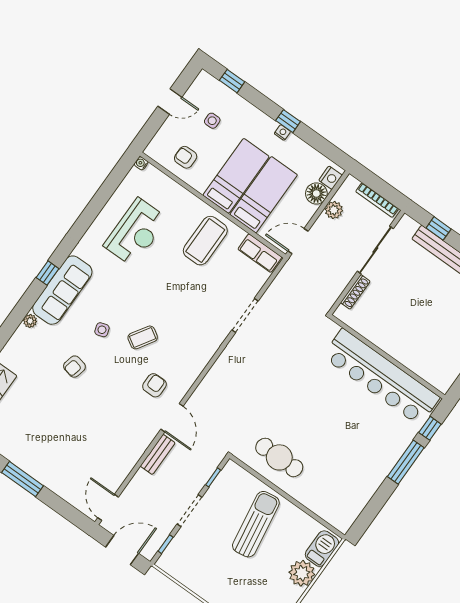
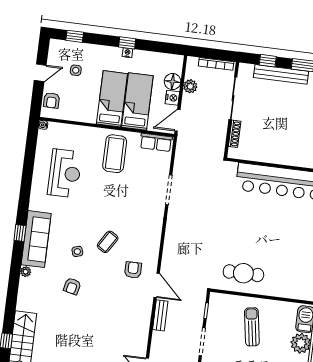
armchair: (186, 157) -> (52, 100), moved, turned -90
nightstand: (331, 178) -> (172, 98), moved
sun lounger: (256, 524) -> (252, 327), width x0.73, depth x0.75

